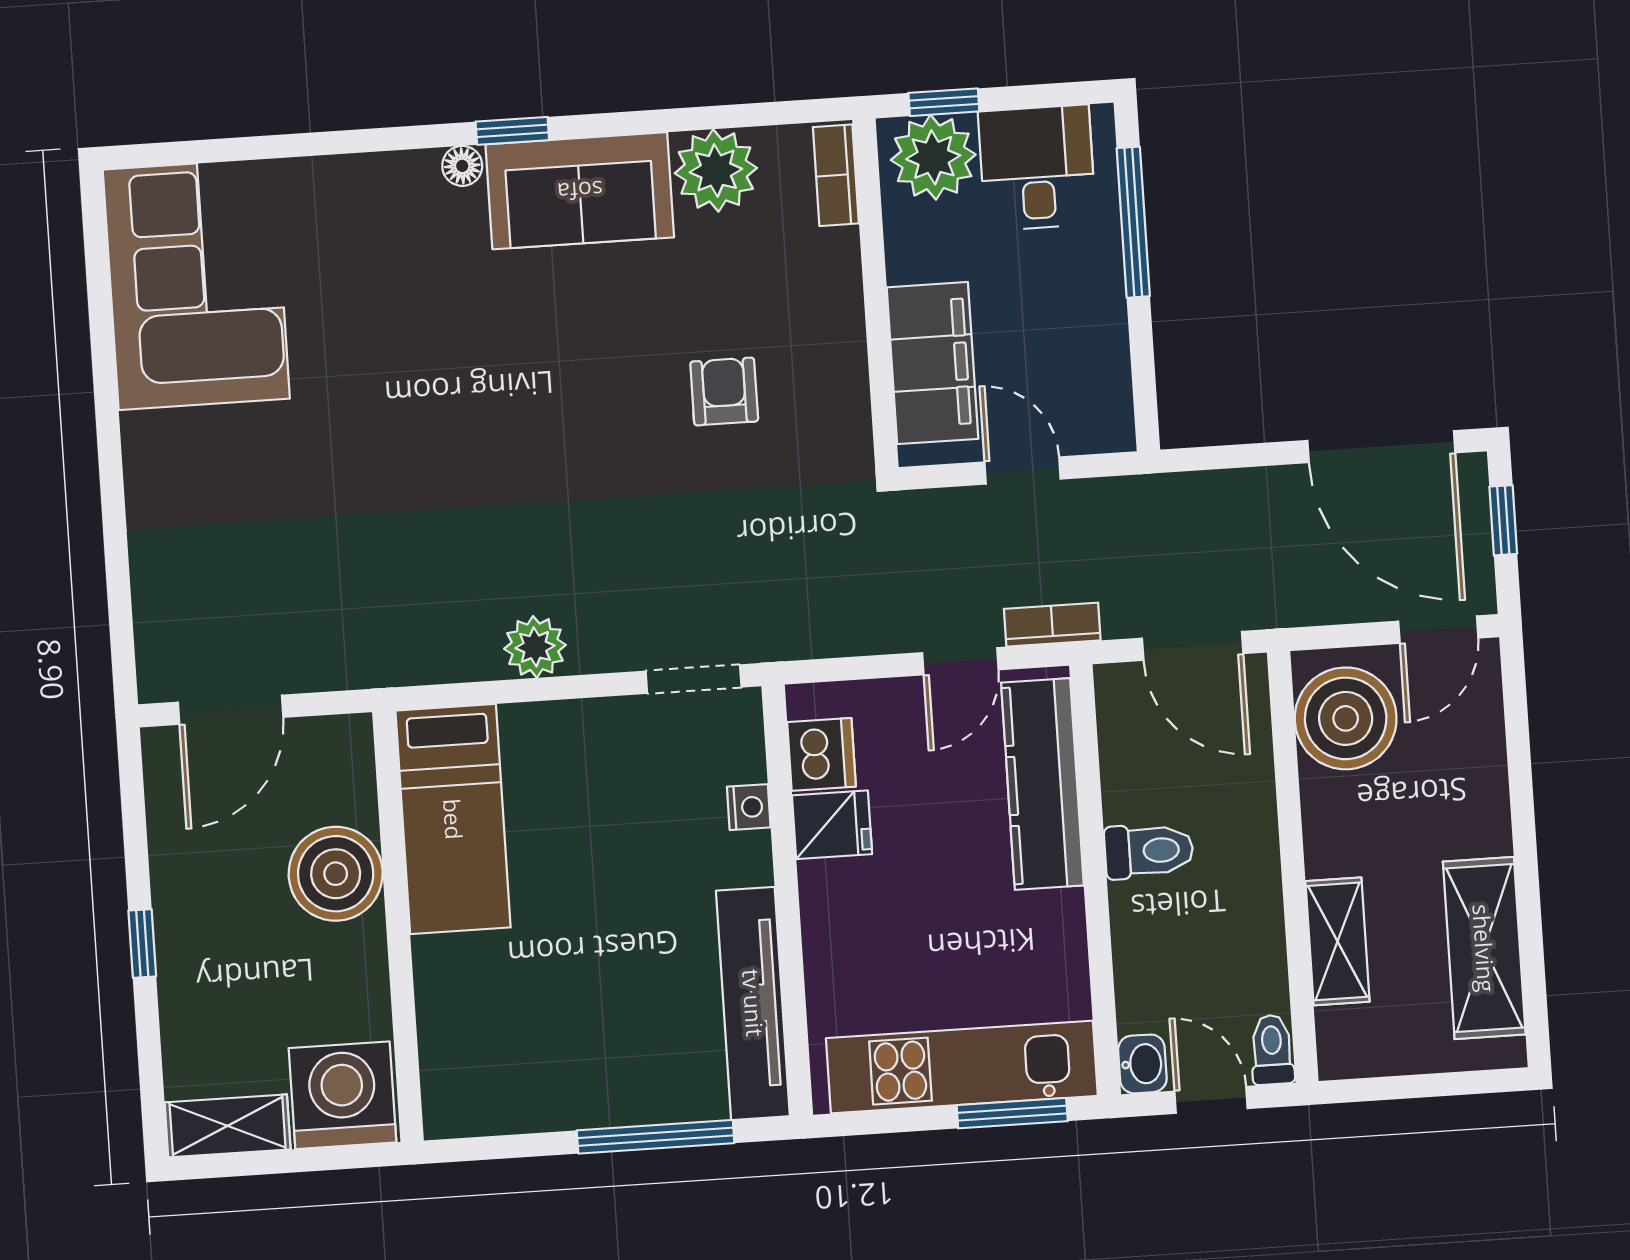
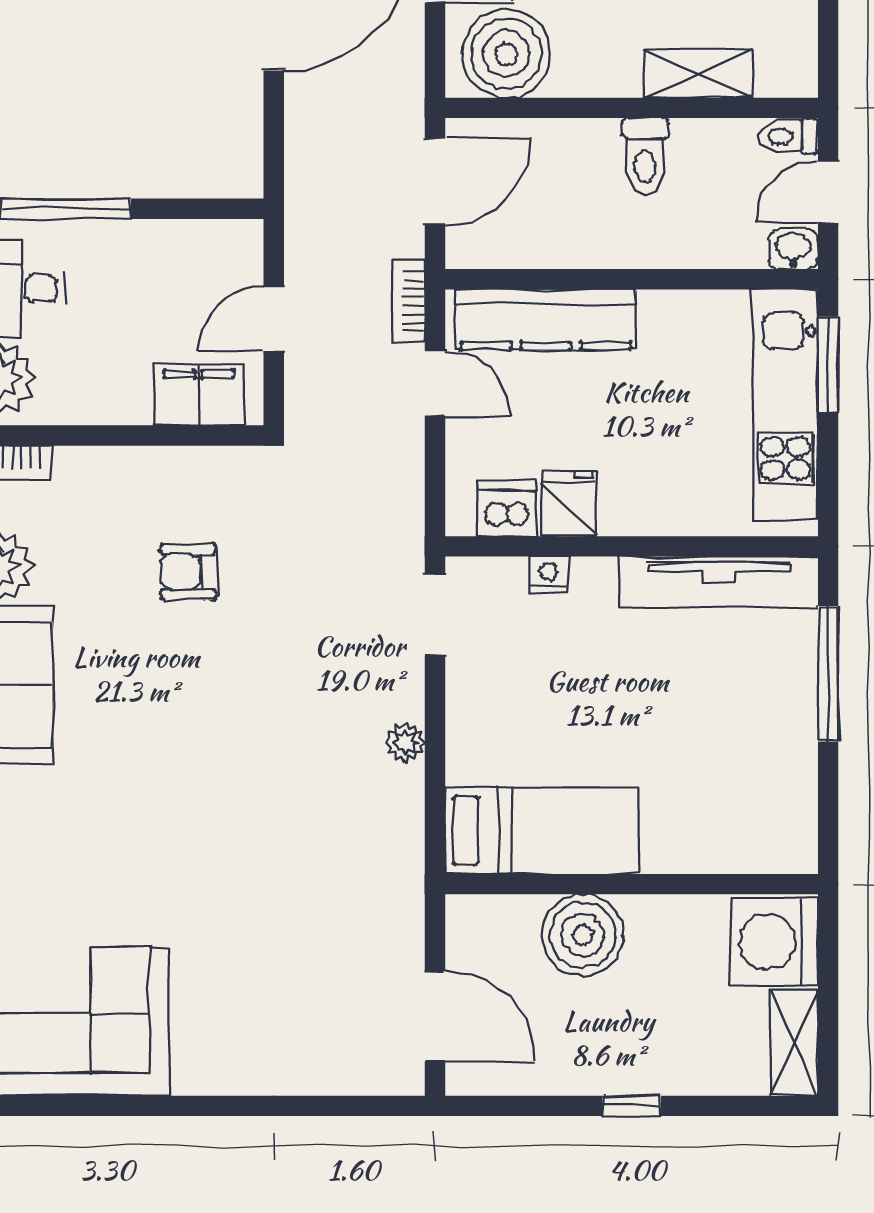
filing cabinet: (932, 363) -> (198, 395), width x0.67, depth x0.86
plant: (535, 647) -> (405, 742), width x0.73, depth x0.73
toilet: (1149, 851) -> (645, 156), moved, turned 180

